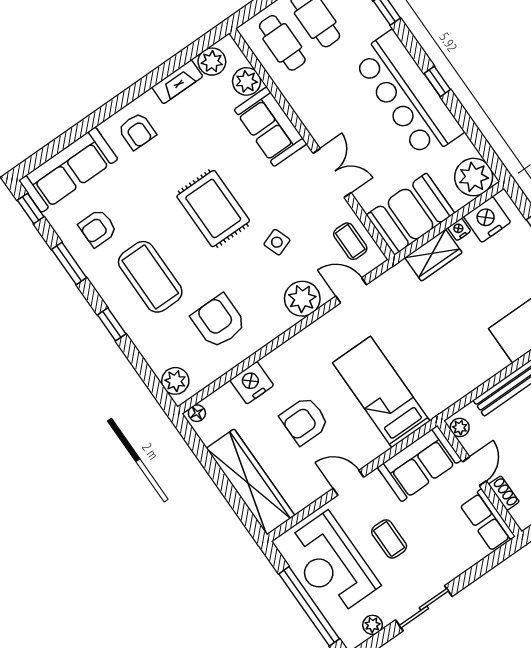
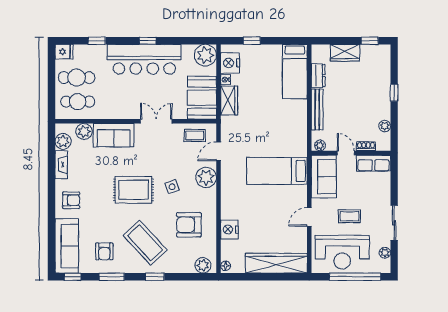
side table: (277, 242) -> (172, 187), moved
coffee table: (150, 277) -> (145, 243), turned 47
armchair: (304, 421) -> (265, 217), removed

